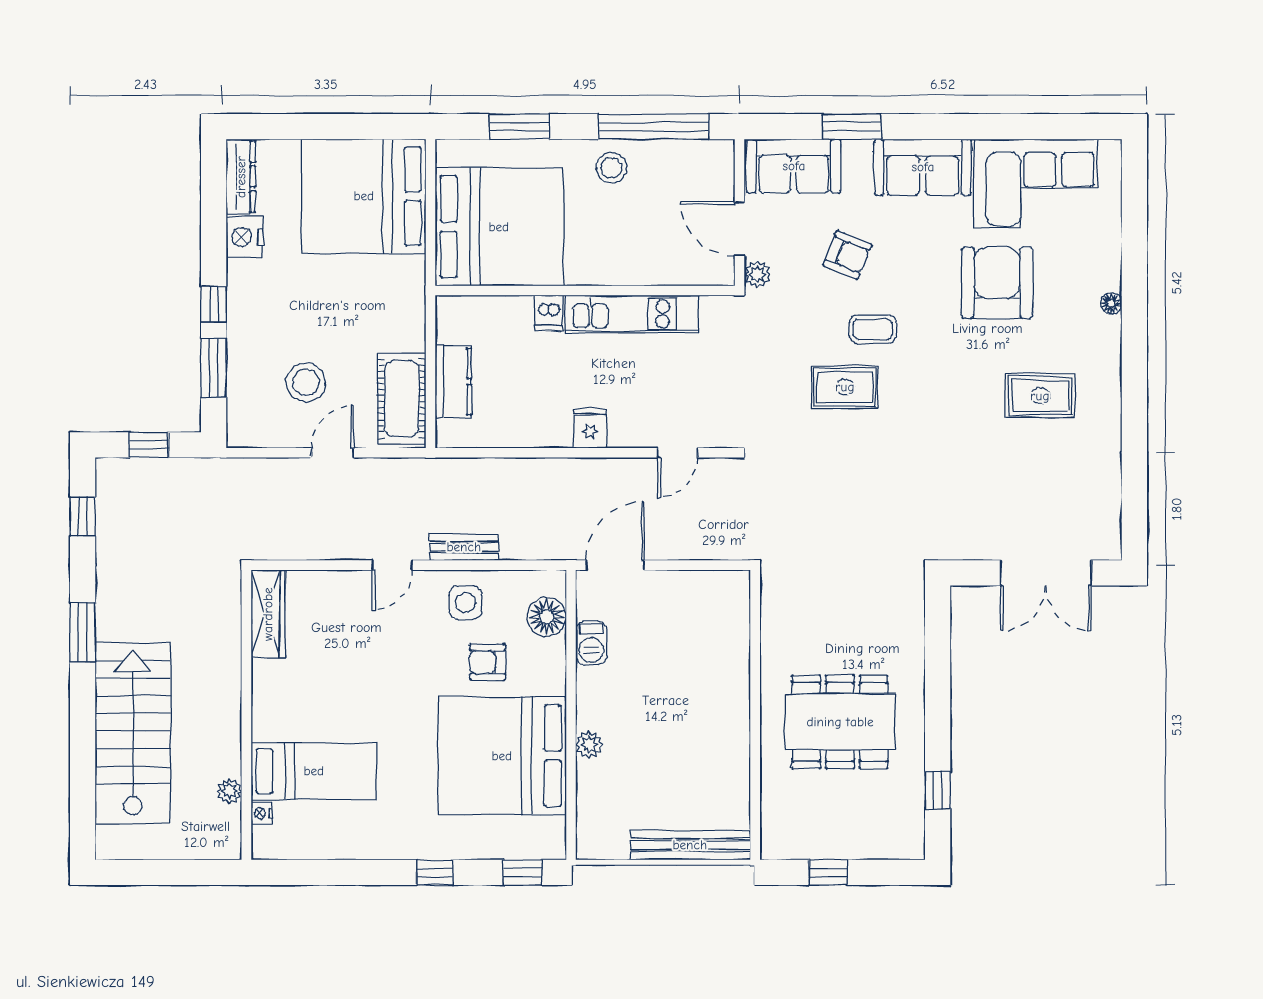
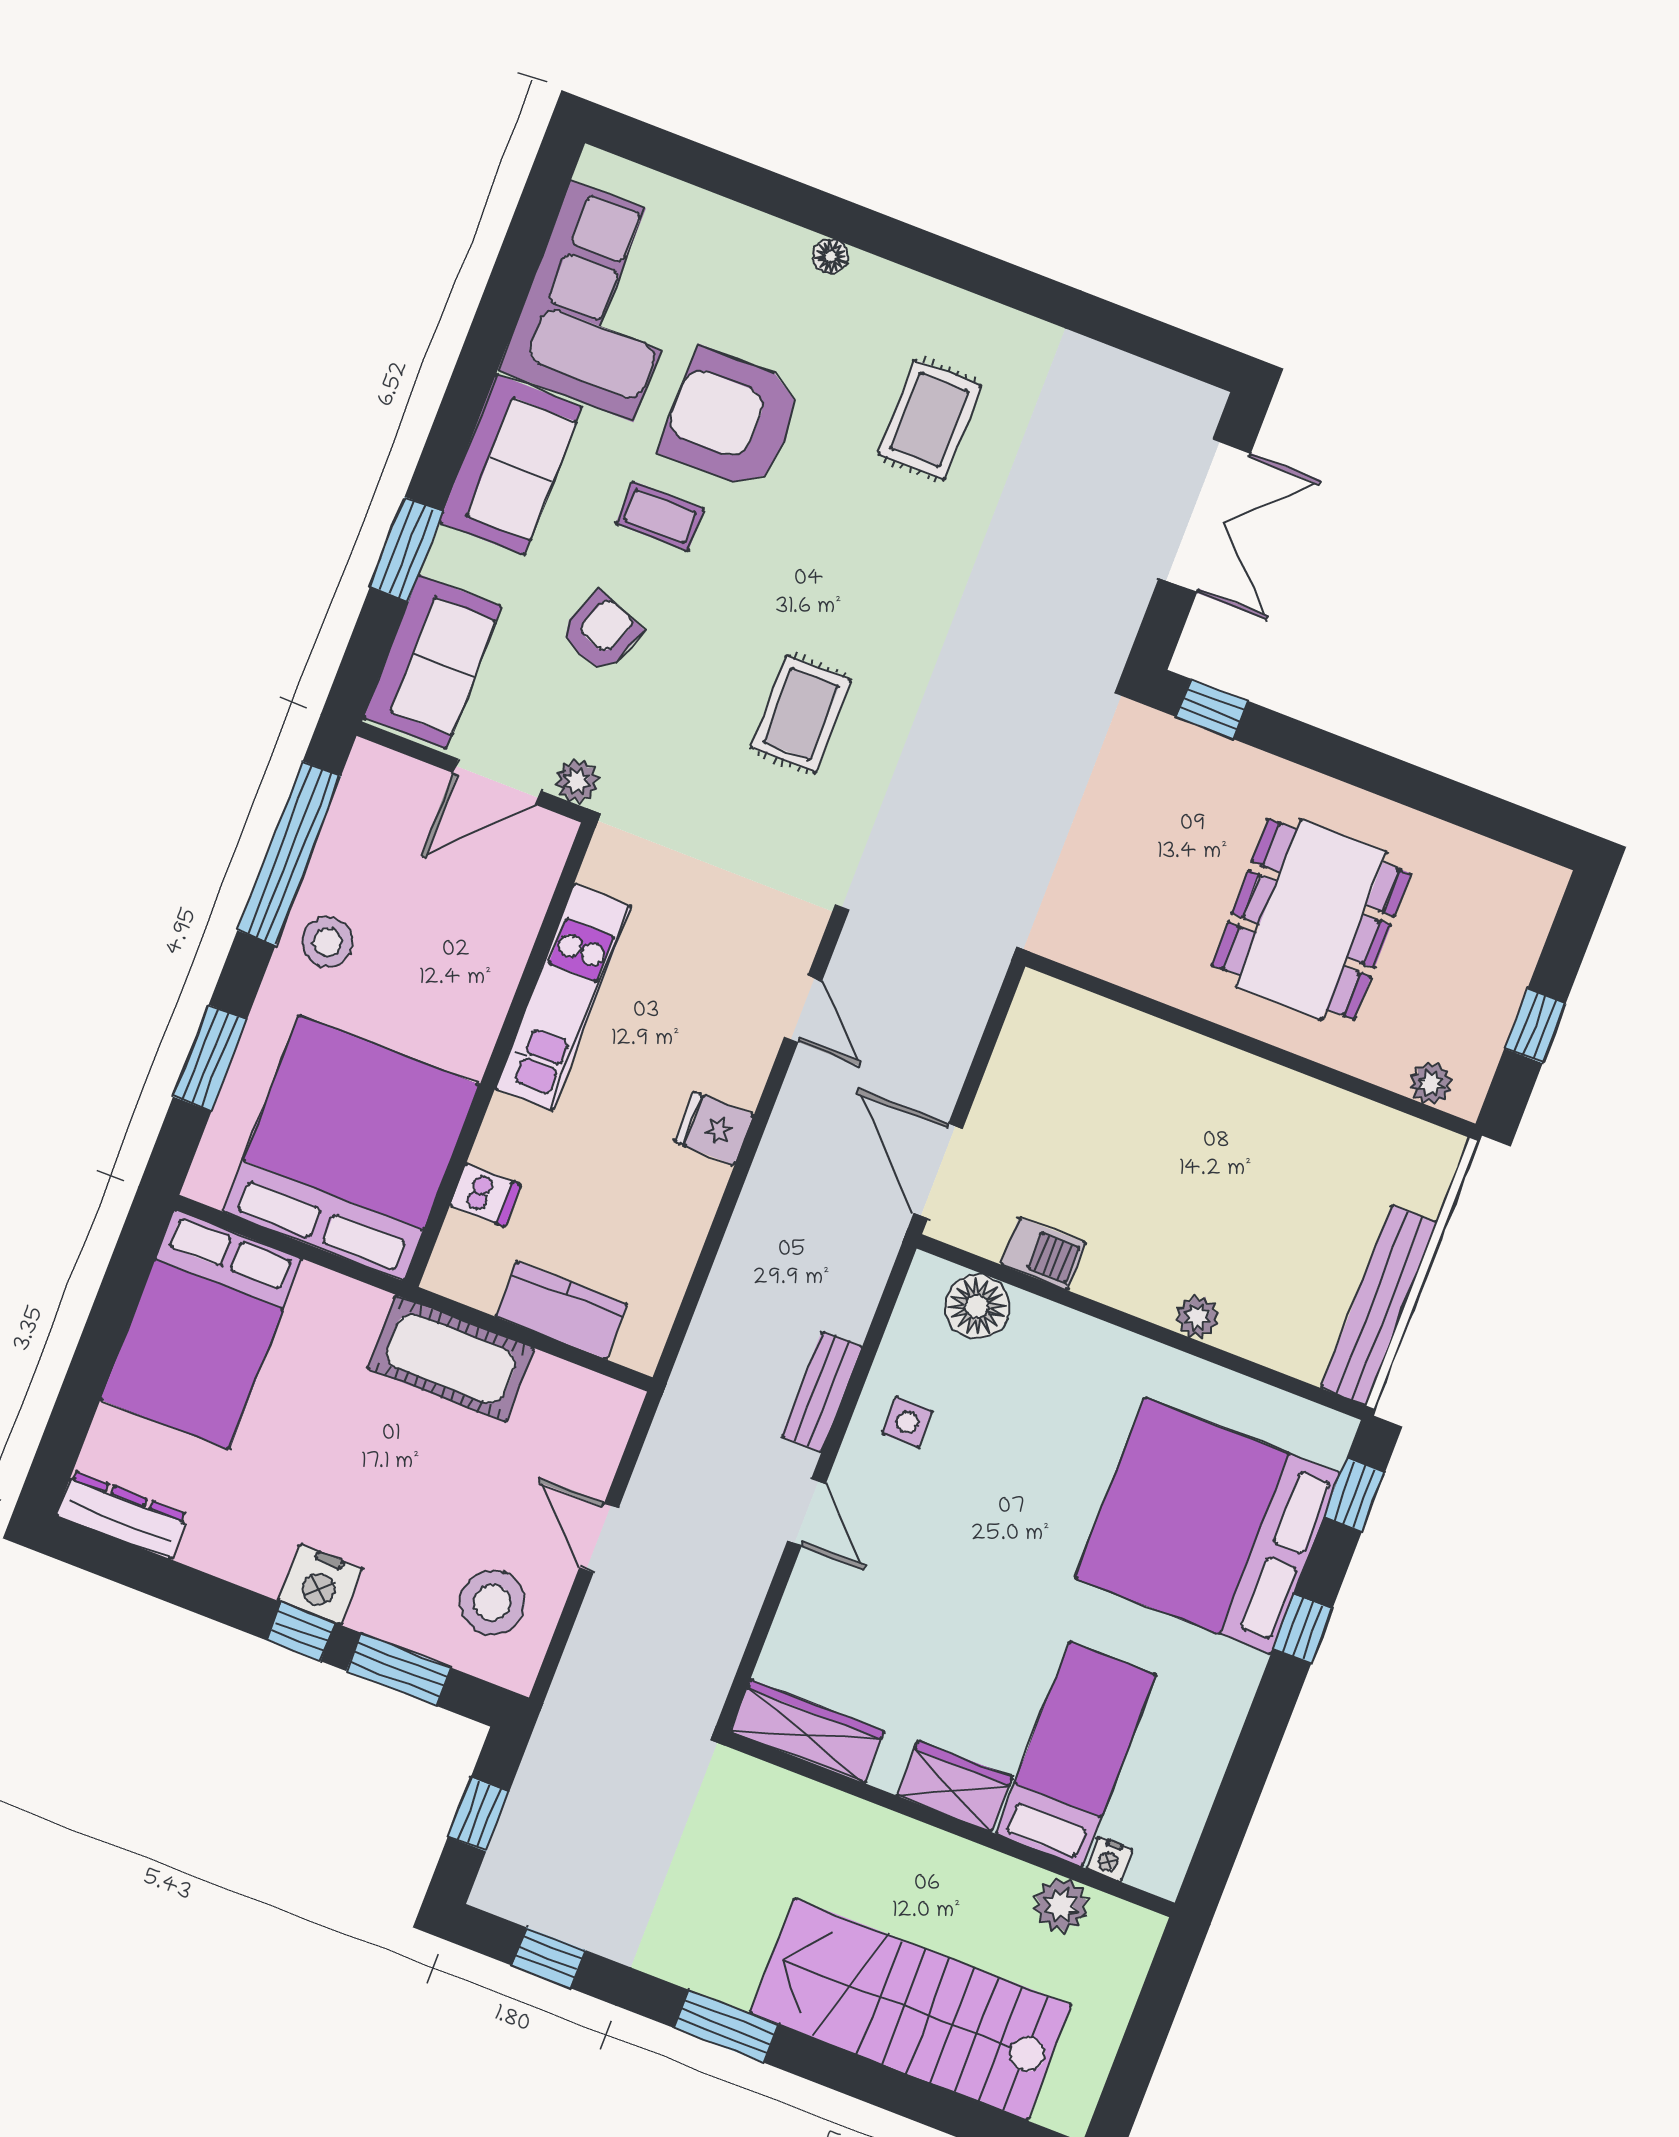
bed: (364, 196) -> (201, 1329), width x0.73
nightstand: (245, 237) -> (320, 1585), moved
dishwasher: (549, 313) -> (485, 1195), moved
coffee table: (873, 329) -> (660, 516), moved, turned 90
stool: (306, 382) -> (493, 1603), moved
cot: (402, 399) -> (451, 1358), moved
side table: (466, 603) -> (907, 1422), width x0.73, depth x0.73
armchair: (487, 662) -> (1011, 1424), removed
wardrobe: (269, 709) -> (955, 1786), added
bed: (502, 756) -> (1207, 1525), moved, turned 90
window: (938, 790) -> (1212, 709), moved
plant: (229, 791) -> (1061, 1905), width x1.38, depth x1.38
plant: (773, 826) -> (1431, 1084), added
bench: (690, 845) -> (1379, 1305), moved

